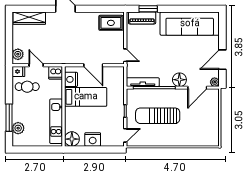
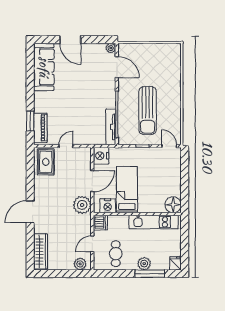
sofa: (190, 24) -> (44, 67), width x0.74, depth x0.79
door: (125, 55) -> (66, 146), moved
plant: (72, 56) -> (82, 205), added
door: (222, 60) -> (70, 40), moved
fridge: (18, 72) -> (175, 263), moved
floor lamp: (179, 80) -> (108, 87), removed
plant: (18, 128) -> (144, 264), moved
nightstand: (93, 139) -> (101, 156), moved, turned 180

